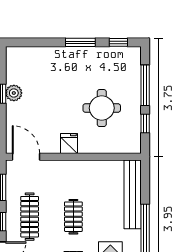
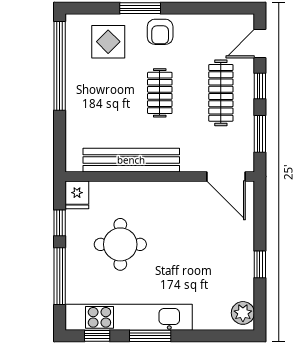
kitchen unit: (96, 56) -> (129, 317), added
plant: (14, 93) -> (243, 313), moved
fridge: (69, 144) -> (77, 195), moved
bench: (133, 194) -> (131, 160), moved, turned 90

